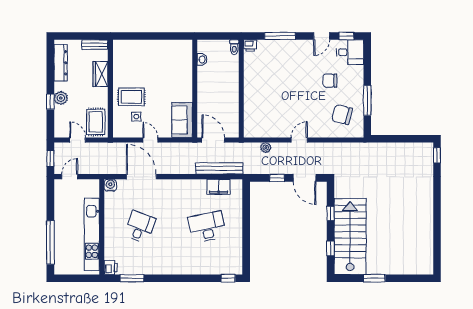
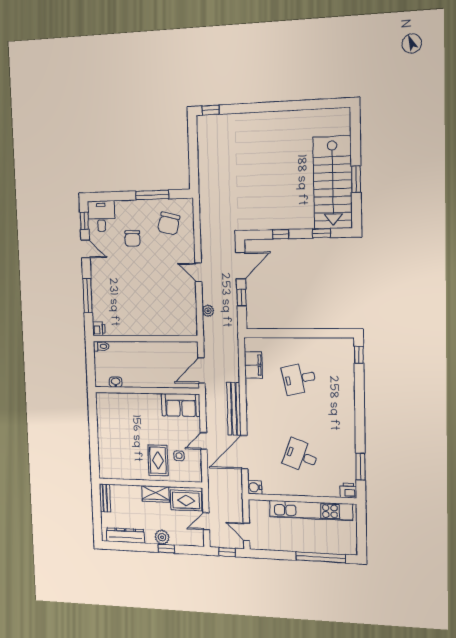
wardrobe: (101, 74) -> (156, 494), moved
bench: (219, 168) -> (234, 409), moved
desk: (207, 227) -> (299, 379), width x0.73
stairs: (350, 236) -> (333, 183), moved, turned -90

